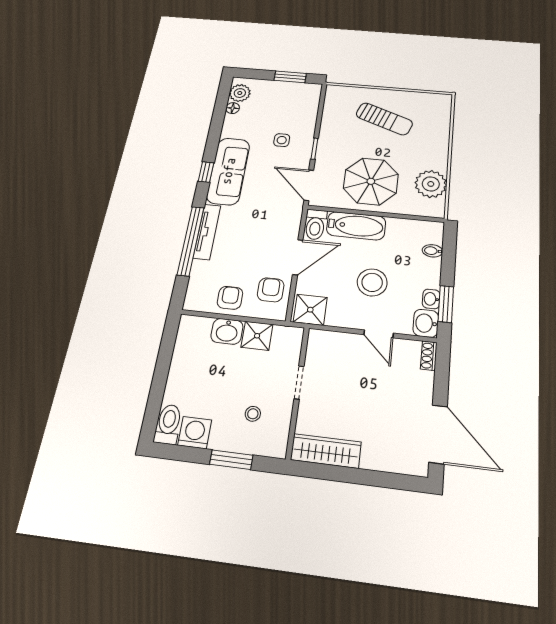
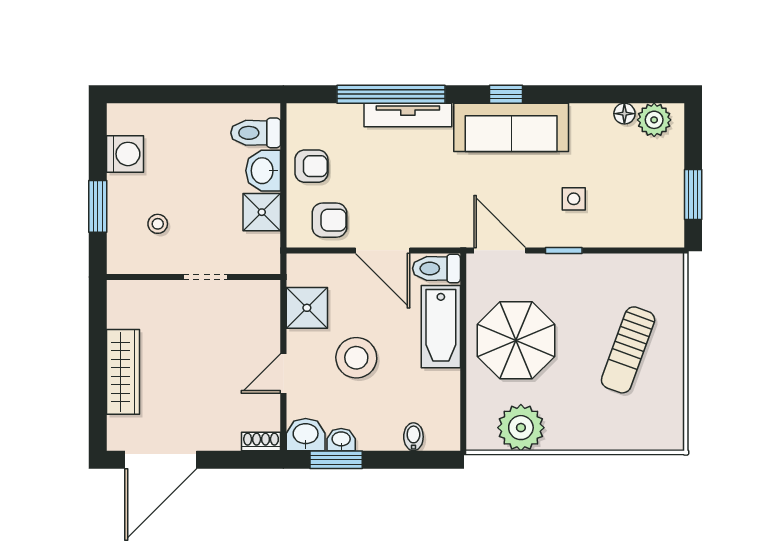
door: (309, 185) -> (500, 250), hinge flipped
shower: (310, 310) -> (307, 308), moved
toilet: (168, 424) -> (256, 133), moved, turned 180
wardrobe: (326, 451) -> (123, 372), moved

